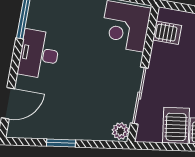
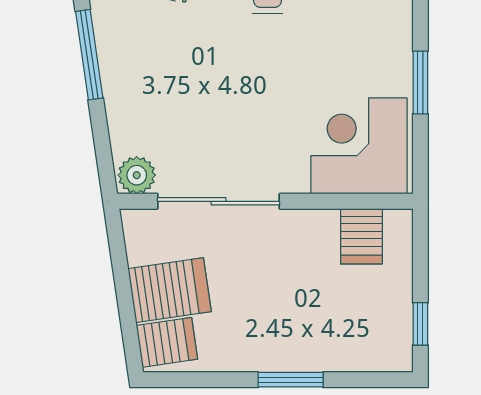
window: (61, 143) -> (89, 55), width x1.44

